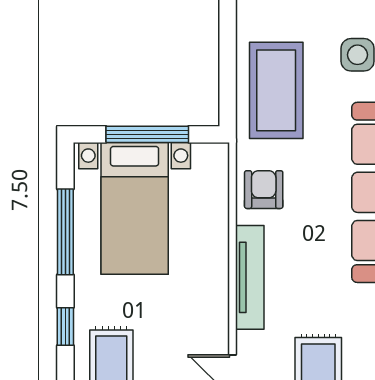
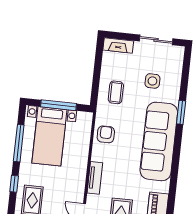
coffee table: (276, 90) -> (116, 92), width x0.54, depth x0.58
tv unit: (250, 277) -> (95, 178), width x0.71

